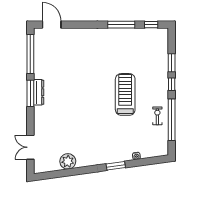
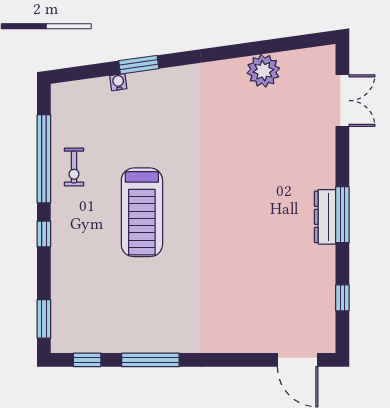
window: (30, 54) -> (342, 298), width x0.32
window: (172, 63) -> (44, 319), moved
window: (116, 166) -> (139, 65), moved

